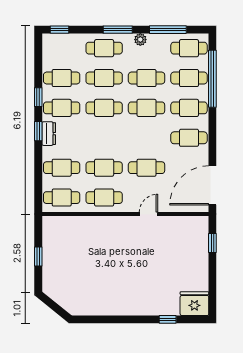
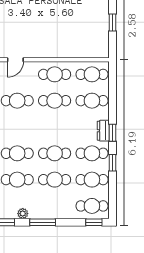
cafe table: (104, 48) -> (92, 206), moved

